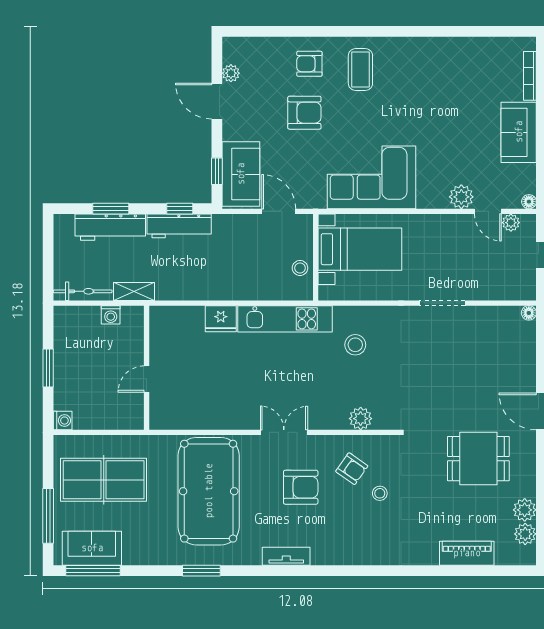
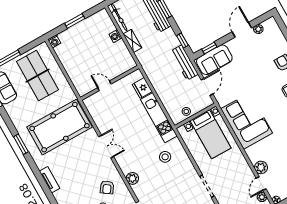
armchair: (304, 113) -> (259, 73), removed
workbench: (179, 226) -> (184, 63), moved
wall: (147, 368) -> (110, 83), moved
door: (147, 379) -> (104, 86), moved
armchair: (301, 487) -> (85, 169), removed

